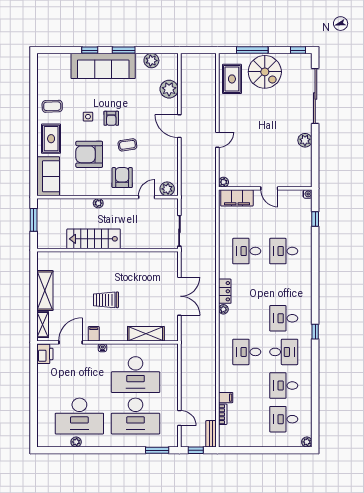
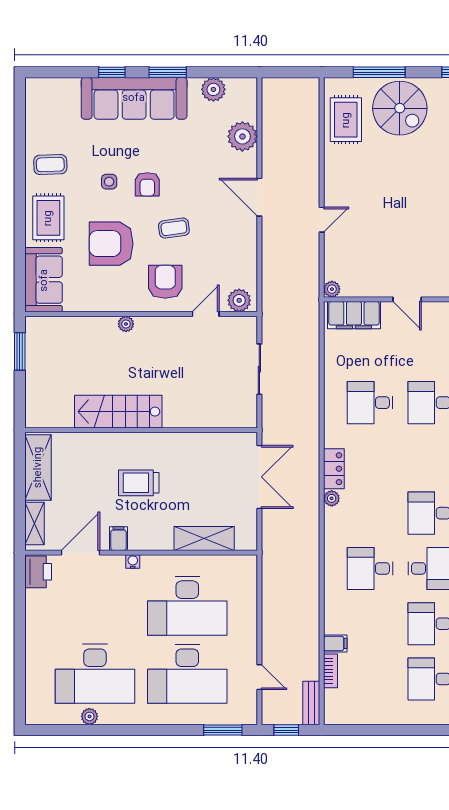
stairs: (94, 239) -> (118, 412), moved
wall: (107, 250) -> (141, 430), moved

